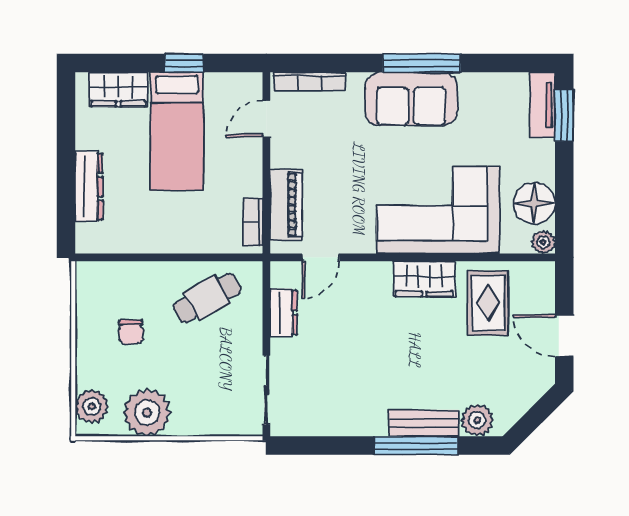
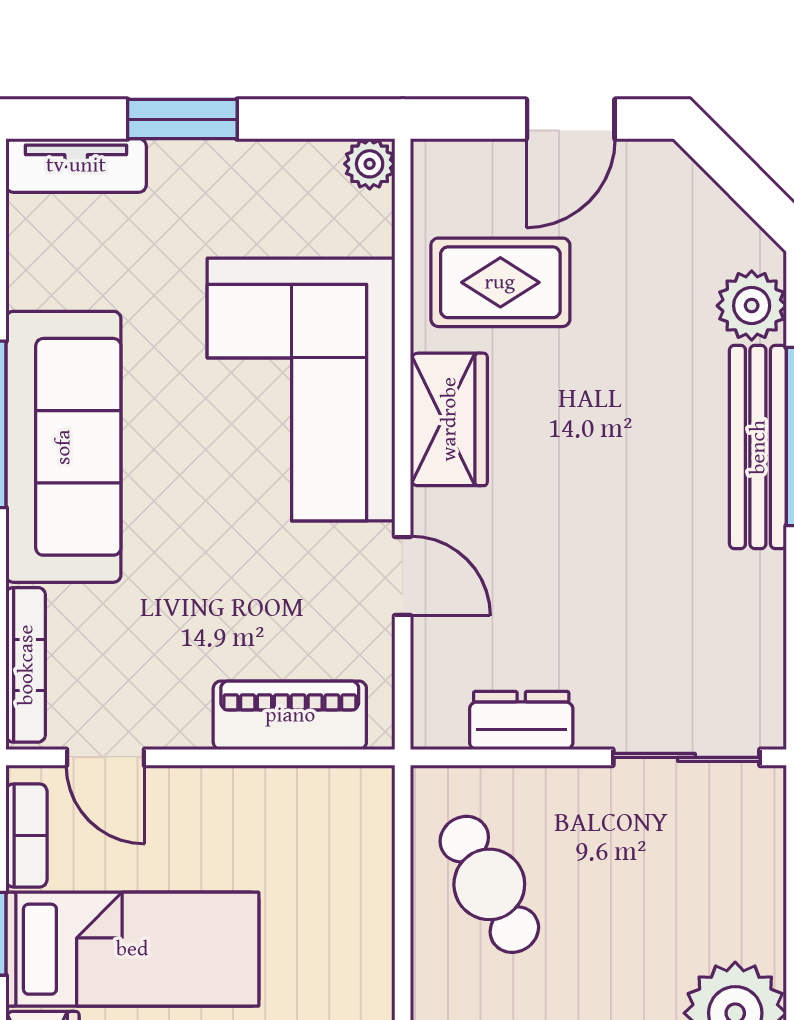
sofa: (411, 99) -> (63, 447), width x1.36
window: (564, 115) -> (182, 119), moved
floor lamp: (534, 203) -> (287, 183), removed
bookcase: (253, 222) -> (26, 835), moved, turned -90
door: (321, 257) -> (403, 576), moved
bench: (424, 423) -> (758, 447), width x1.36

